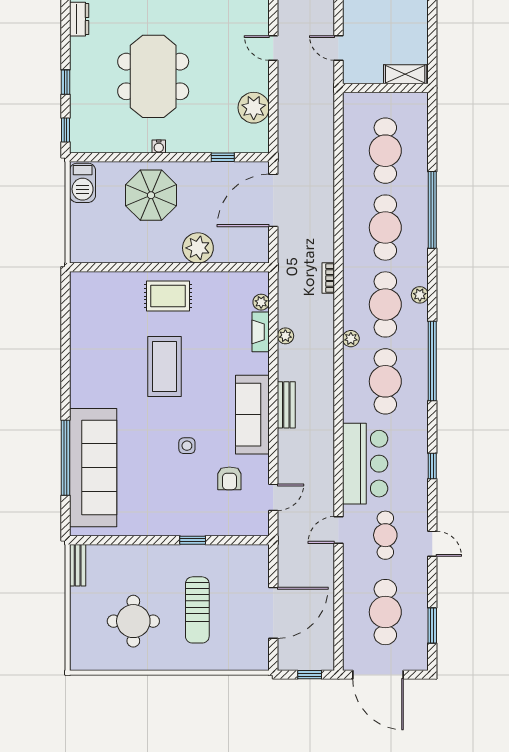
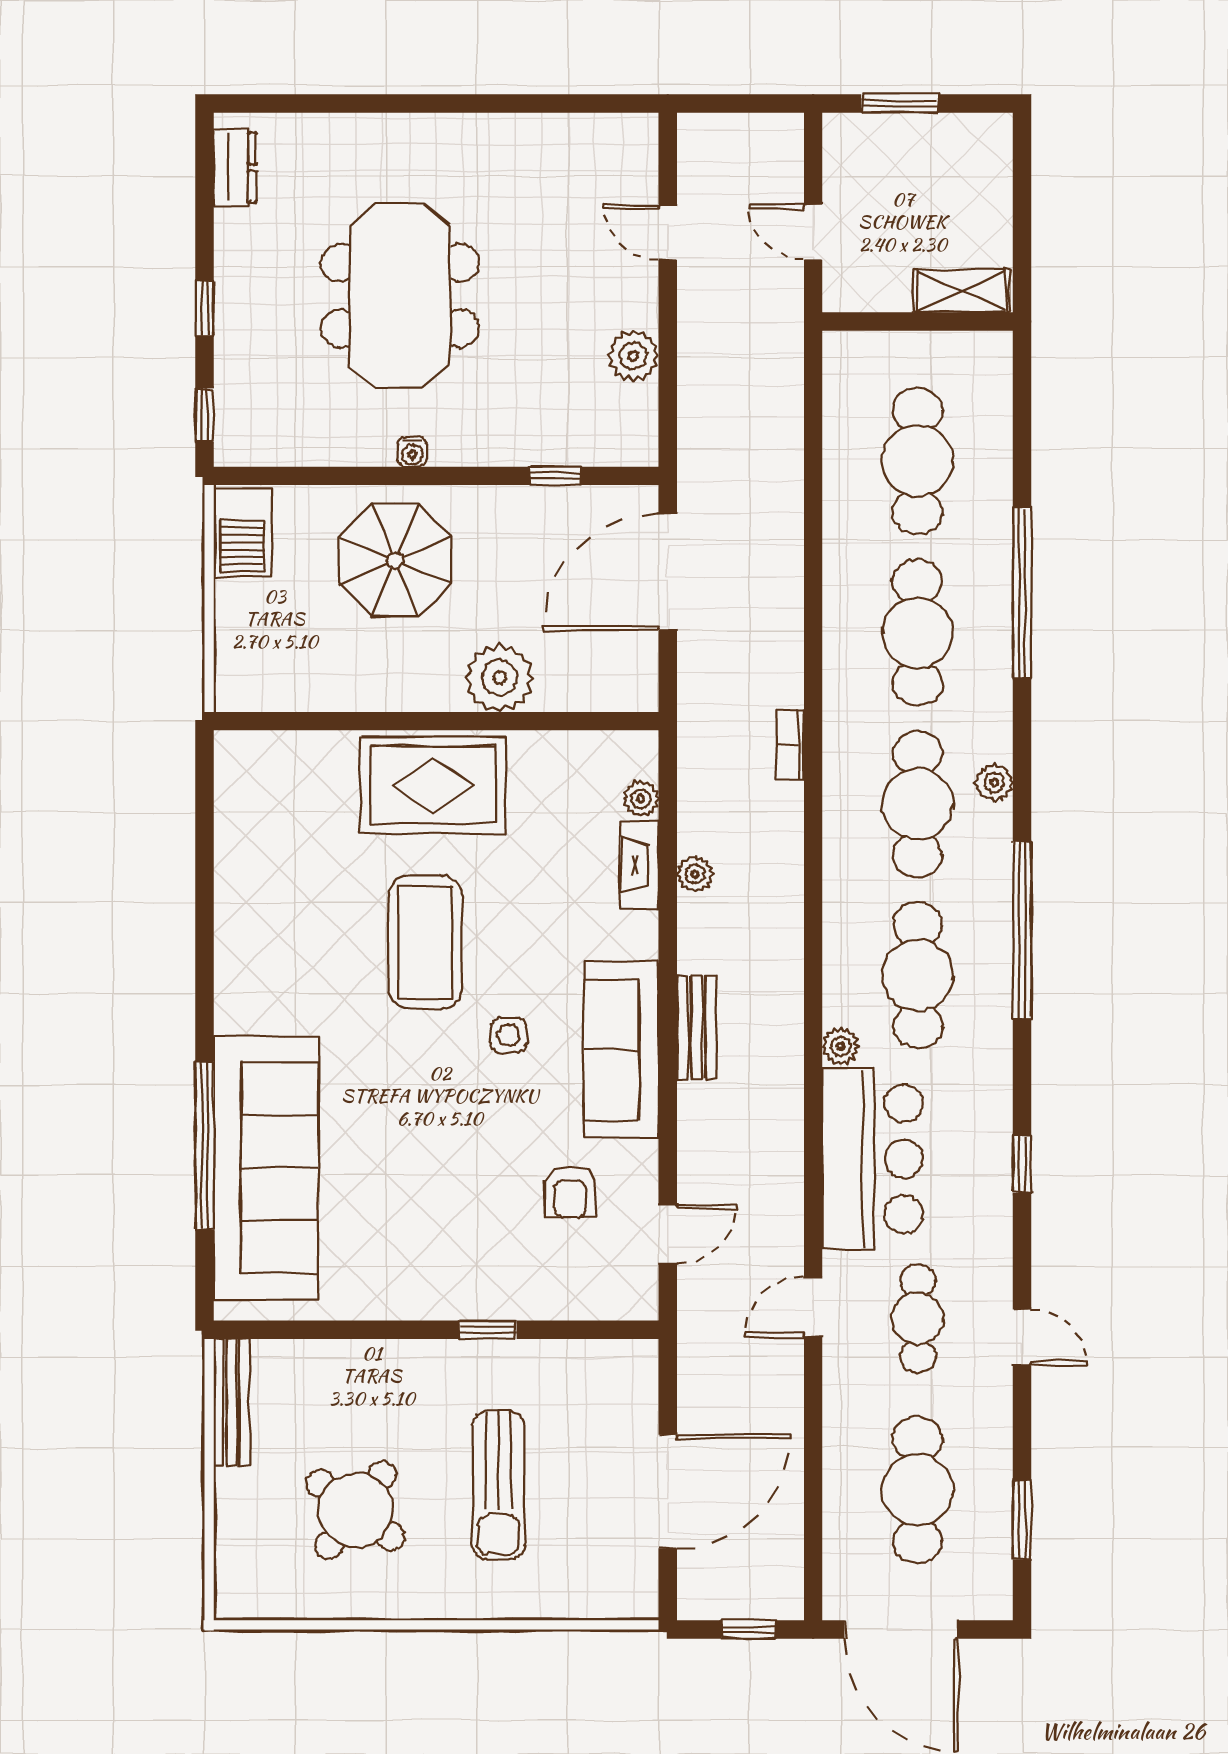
plant: (254, 108) -> (633, 356), width x0.73, depth x0.73
rug: (168, 296) -> (433, 785), width x1.36, depth x1.43
plant: (351, 339) -> (841, 1046), moved
side table: (187, 446) -> (509, 1035), moved
bench: (78, 565) -> (231, 1402), width x1.36
round table: (133, 621) -> (356, 1510), turned 37

